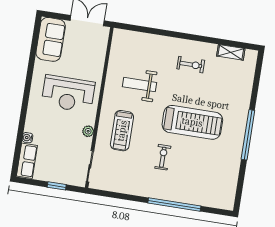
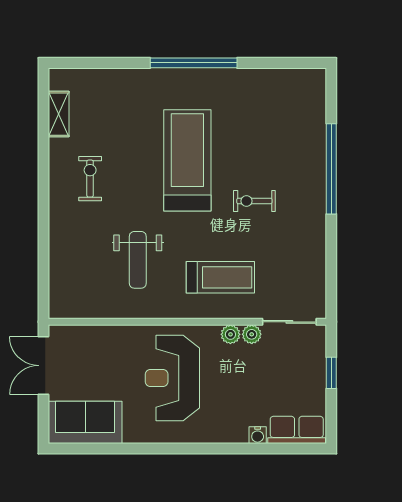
reception desk: (68, 94) -> (172, 378), turned 180
plant: (86, 143) -> (252, 334), added

